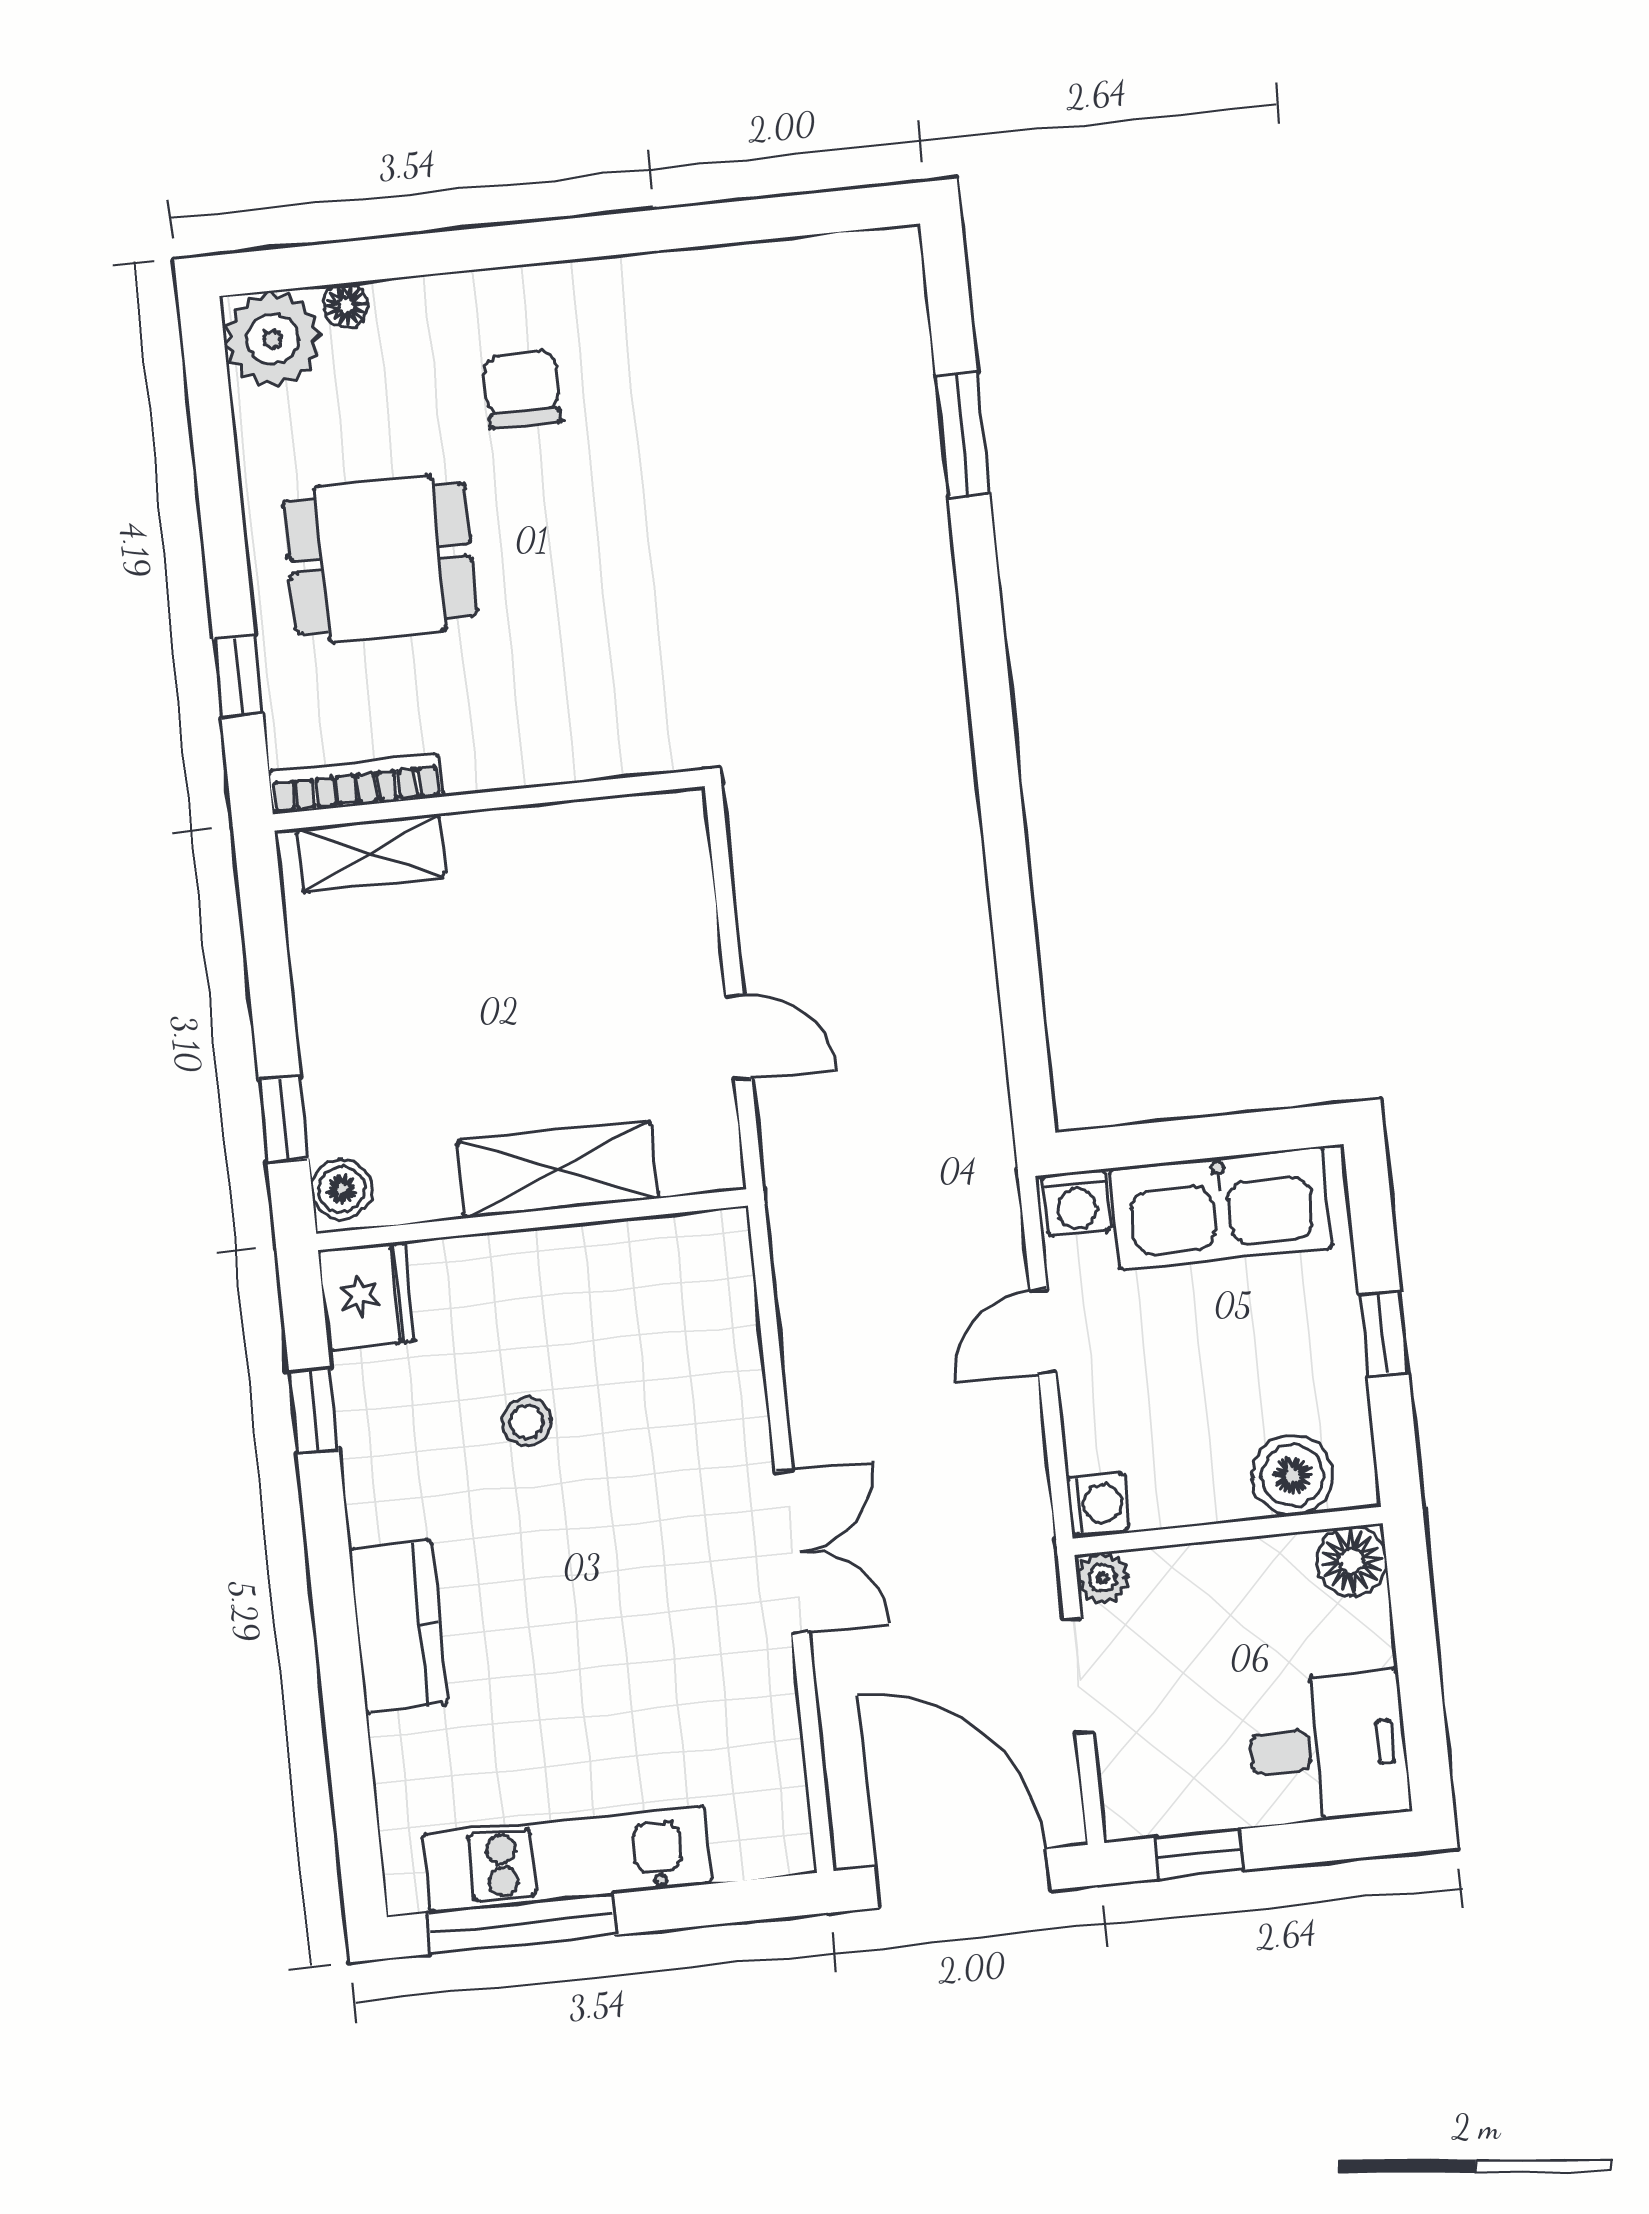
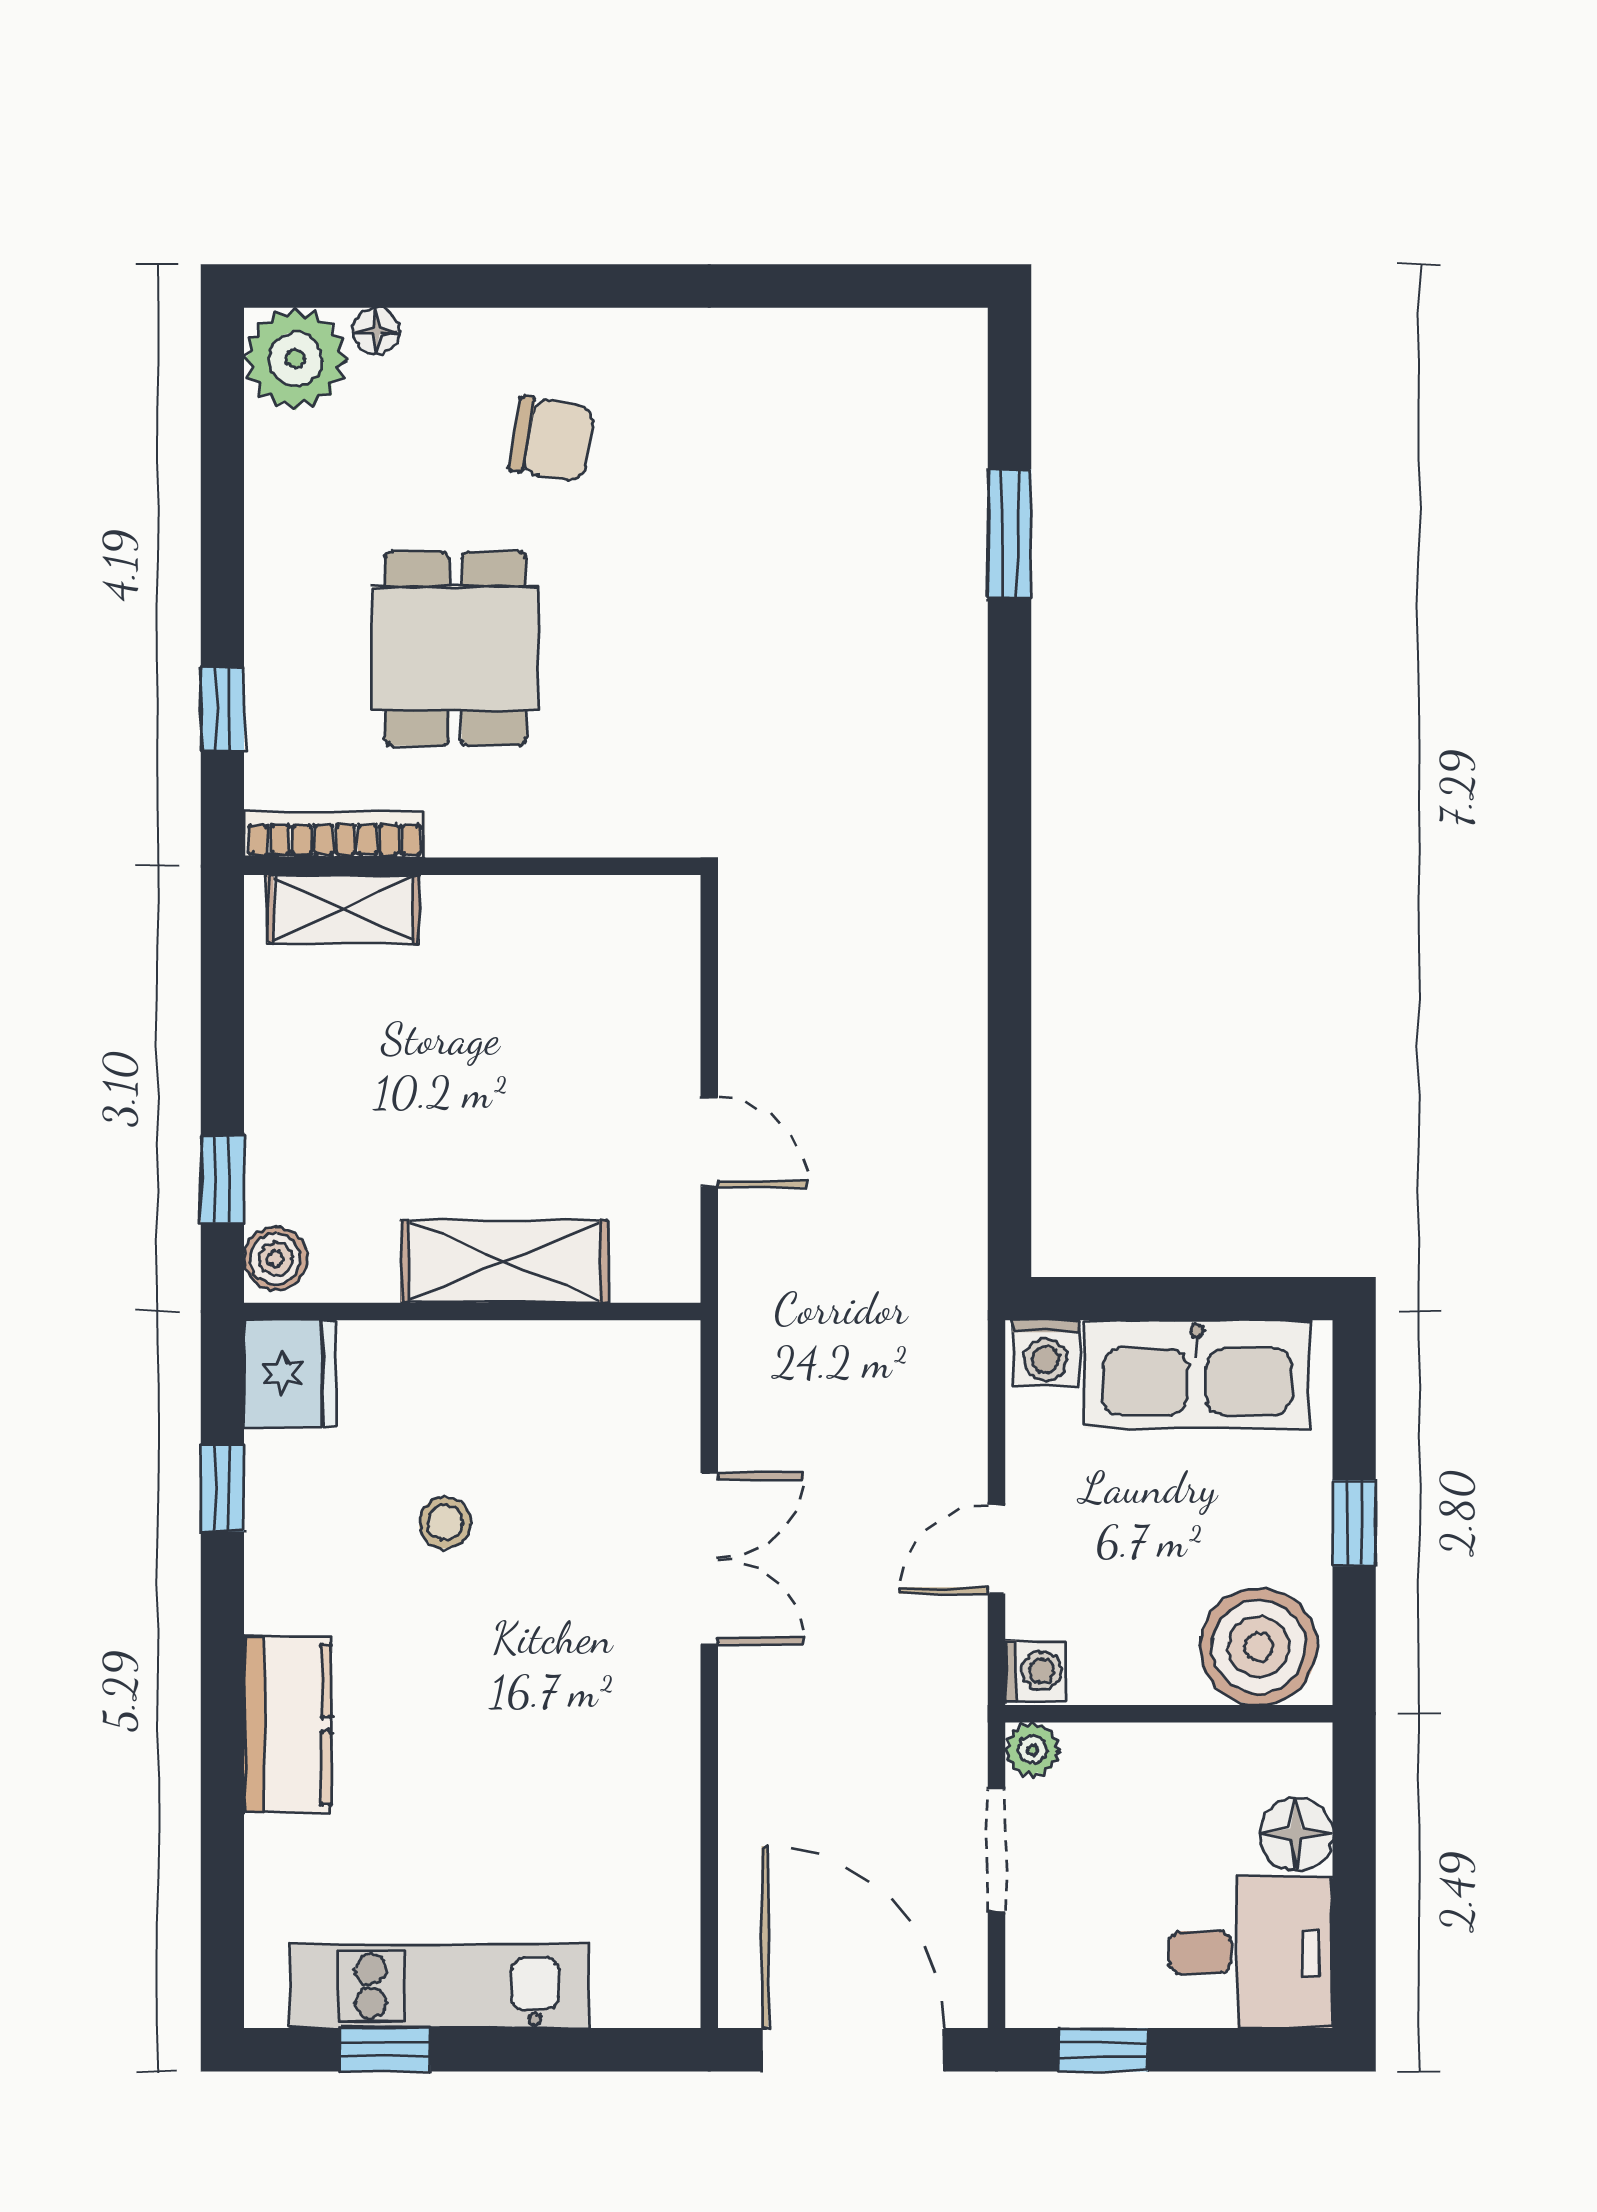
chair: (522, 390) -> (552, 439), turned 100
dining table: (380, 558) -> (456, 649), moved, turned 90
door: (1043, 1332) -> (997, 1549), moved
boiler: (1292, 1475) -> (1259, 1647), width x1.37, depth x1.37
double door: (792, 1552) -> (709, 1559), moved
floor lamp: (1352, 1561) -> (1296, 1834), moved
window: (521, 1924) -> (385, 2050), width x0.46

